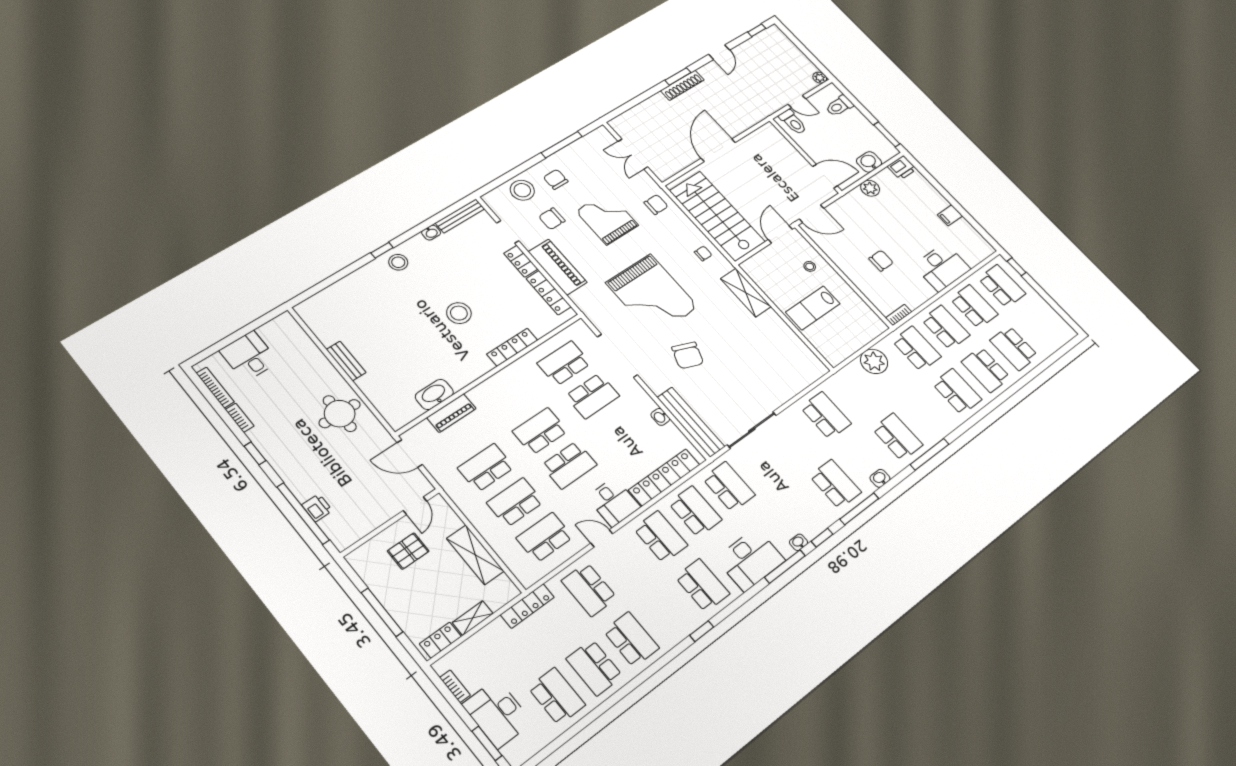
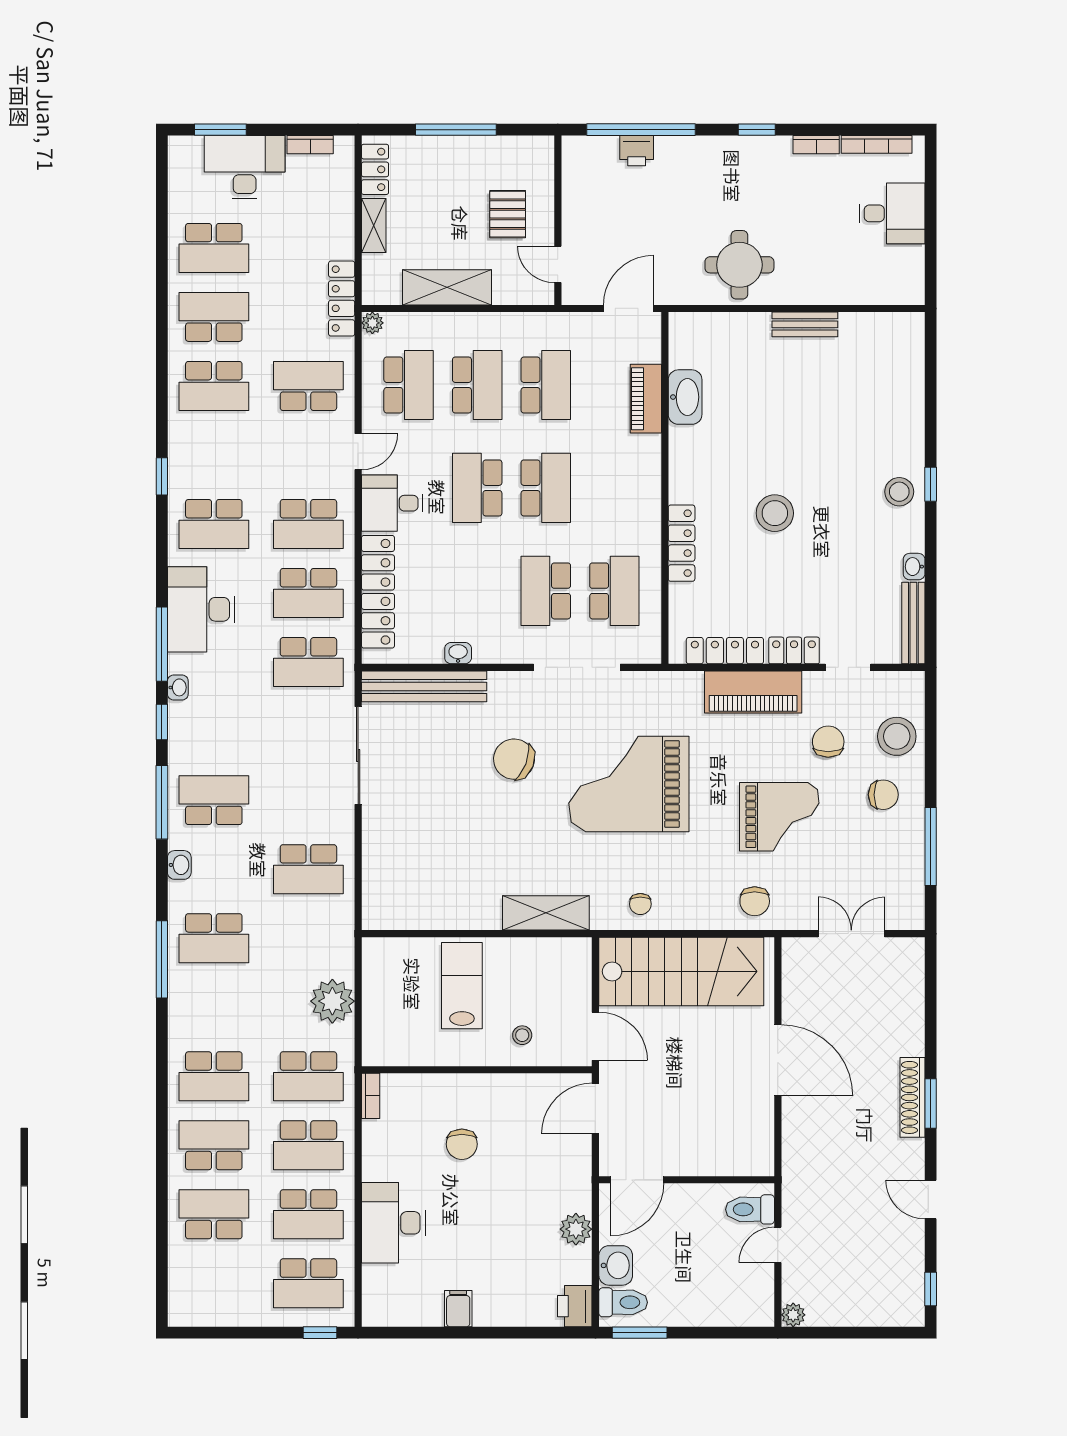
toilet: (839, 106) -> (623, 1302), moved, turned 90
school desk: (835, 484) -> (214, 800), turned 180
plant: (527, 580) -> (372, 323), added

